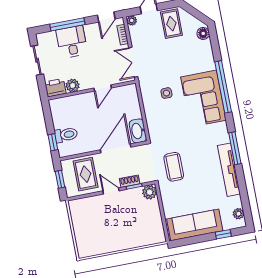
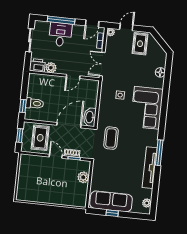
floor lamp: (203, 33) -> (160, 72), moved
window: (223, 87) -> (164, 104), removed
coffee table: (174, 167) -> (111, 138), moved
plant: (150, 192) -> (83, 177), moved
window: (223, 234) -> (112, 213), moved

